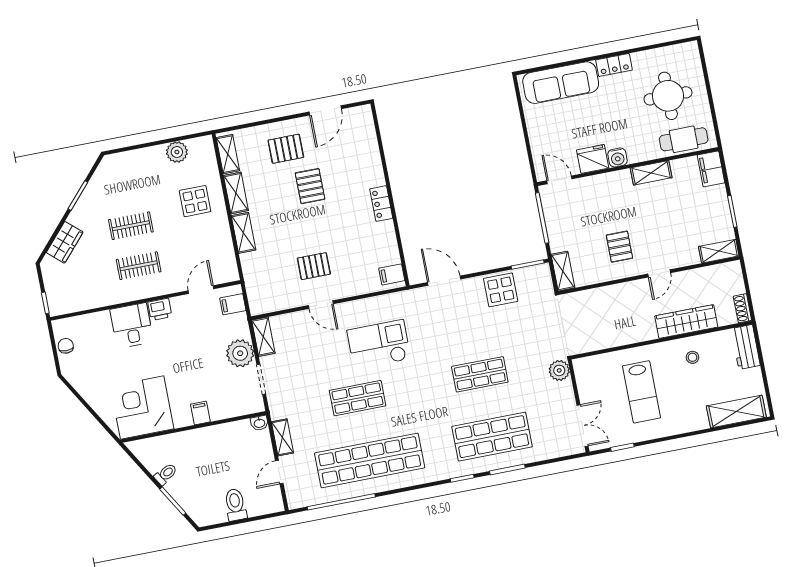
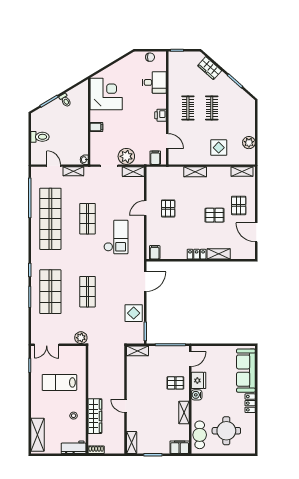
shelving: (236, 193) -> (219, 254), moved
pallet: (619, 247) -> (175, 383), moved
desk: (132, 326) -> (154, 82), moved

